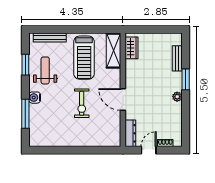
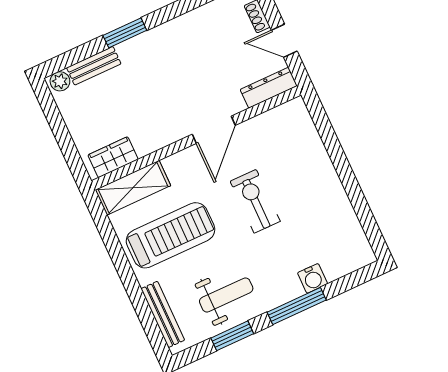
weight bench: (45, 70) -> (226, 295), turned 180
plant: (177, 97) -> (60, 81), moved
water cooler: (35, 98) -> (313, 278), moved
exercise bike: (82, 103) -> (255, 201), turned -90
window: (25, 114) -> (297, 306), moved

